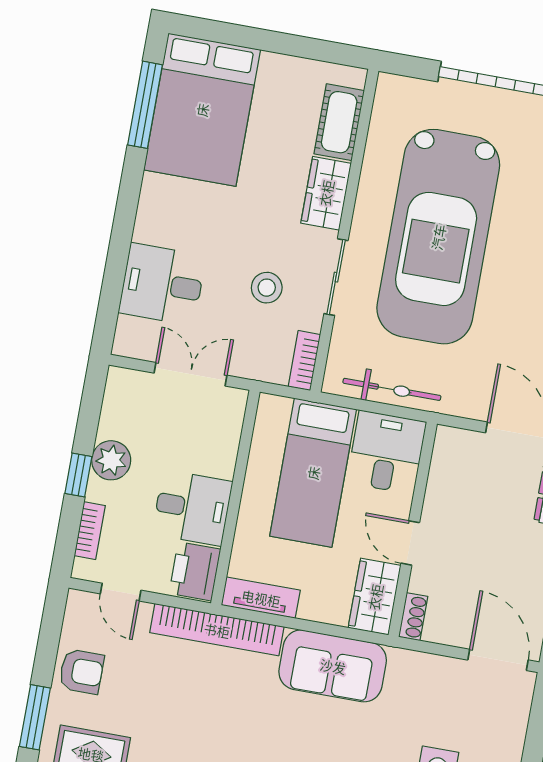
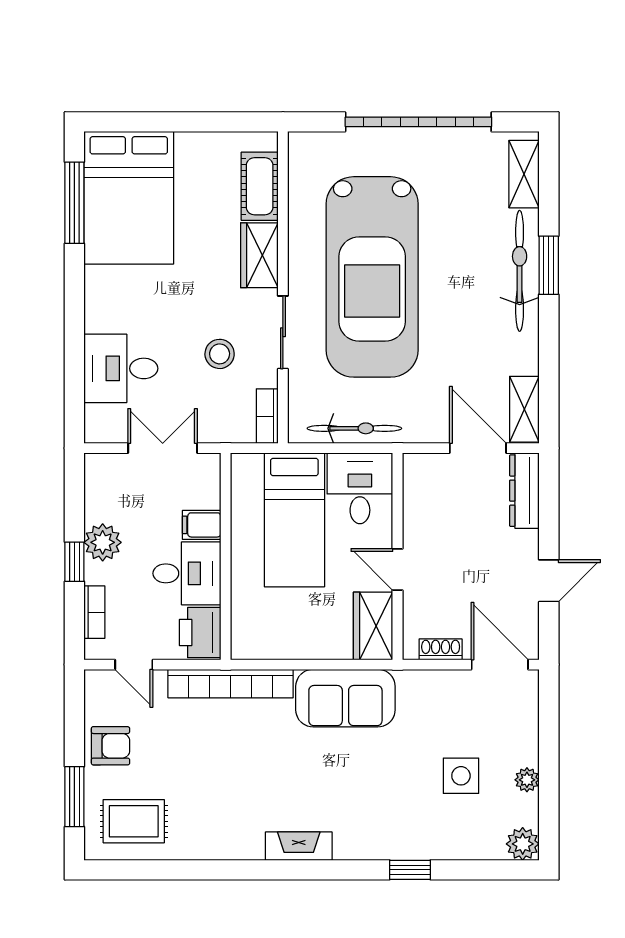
filing cabinet: (216, 461) -> (202, 525), added
tv unit: (261, 598) -> (266, 646), removed
shoe rack: (413, 617) -> (441, 649), moved, turned -90

